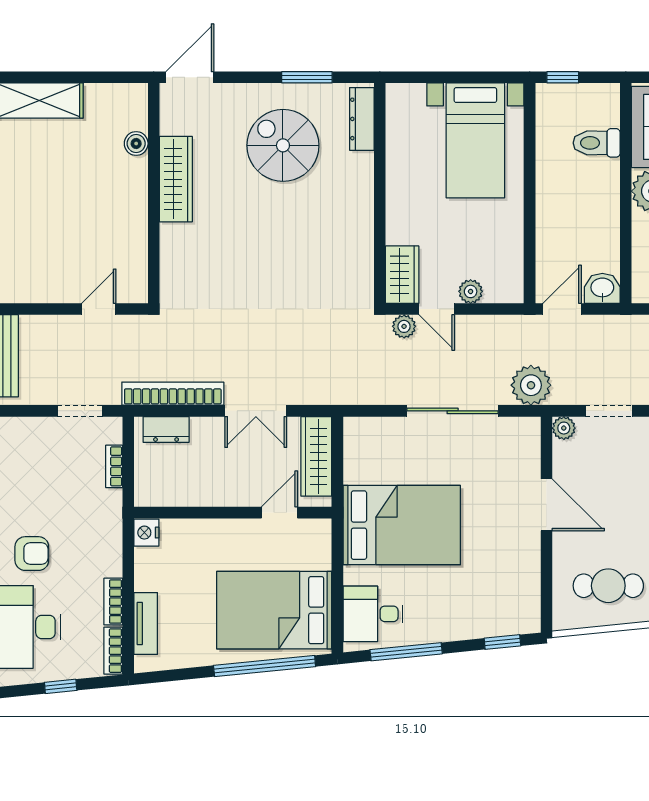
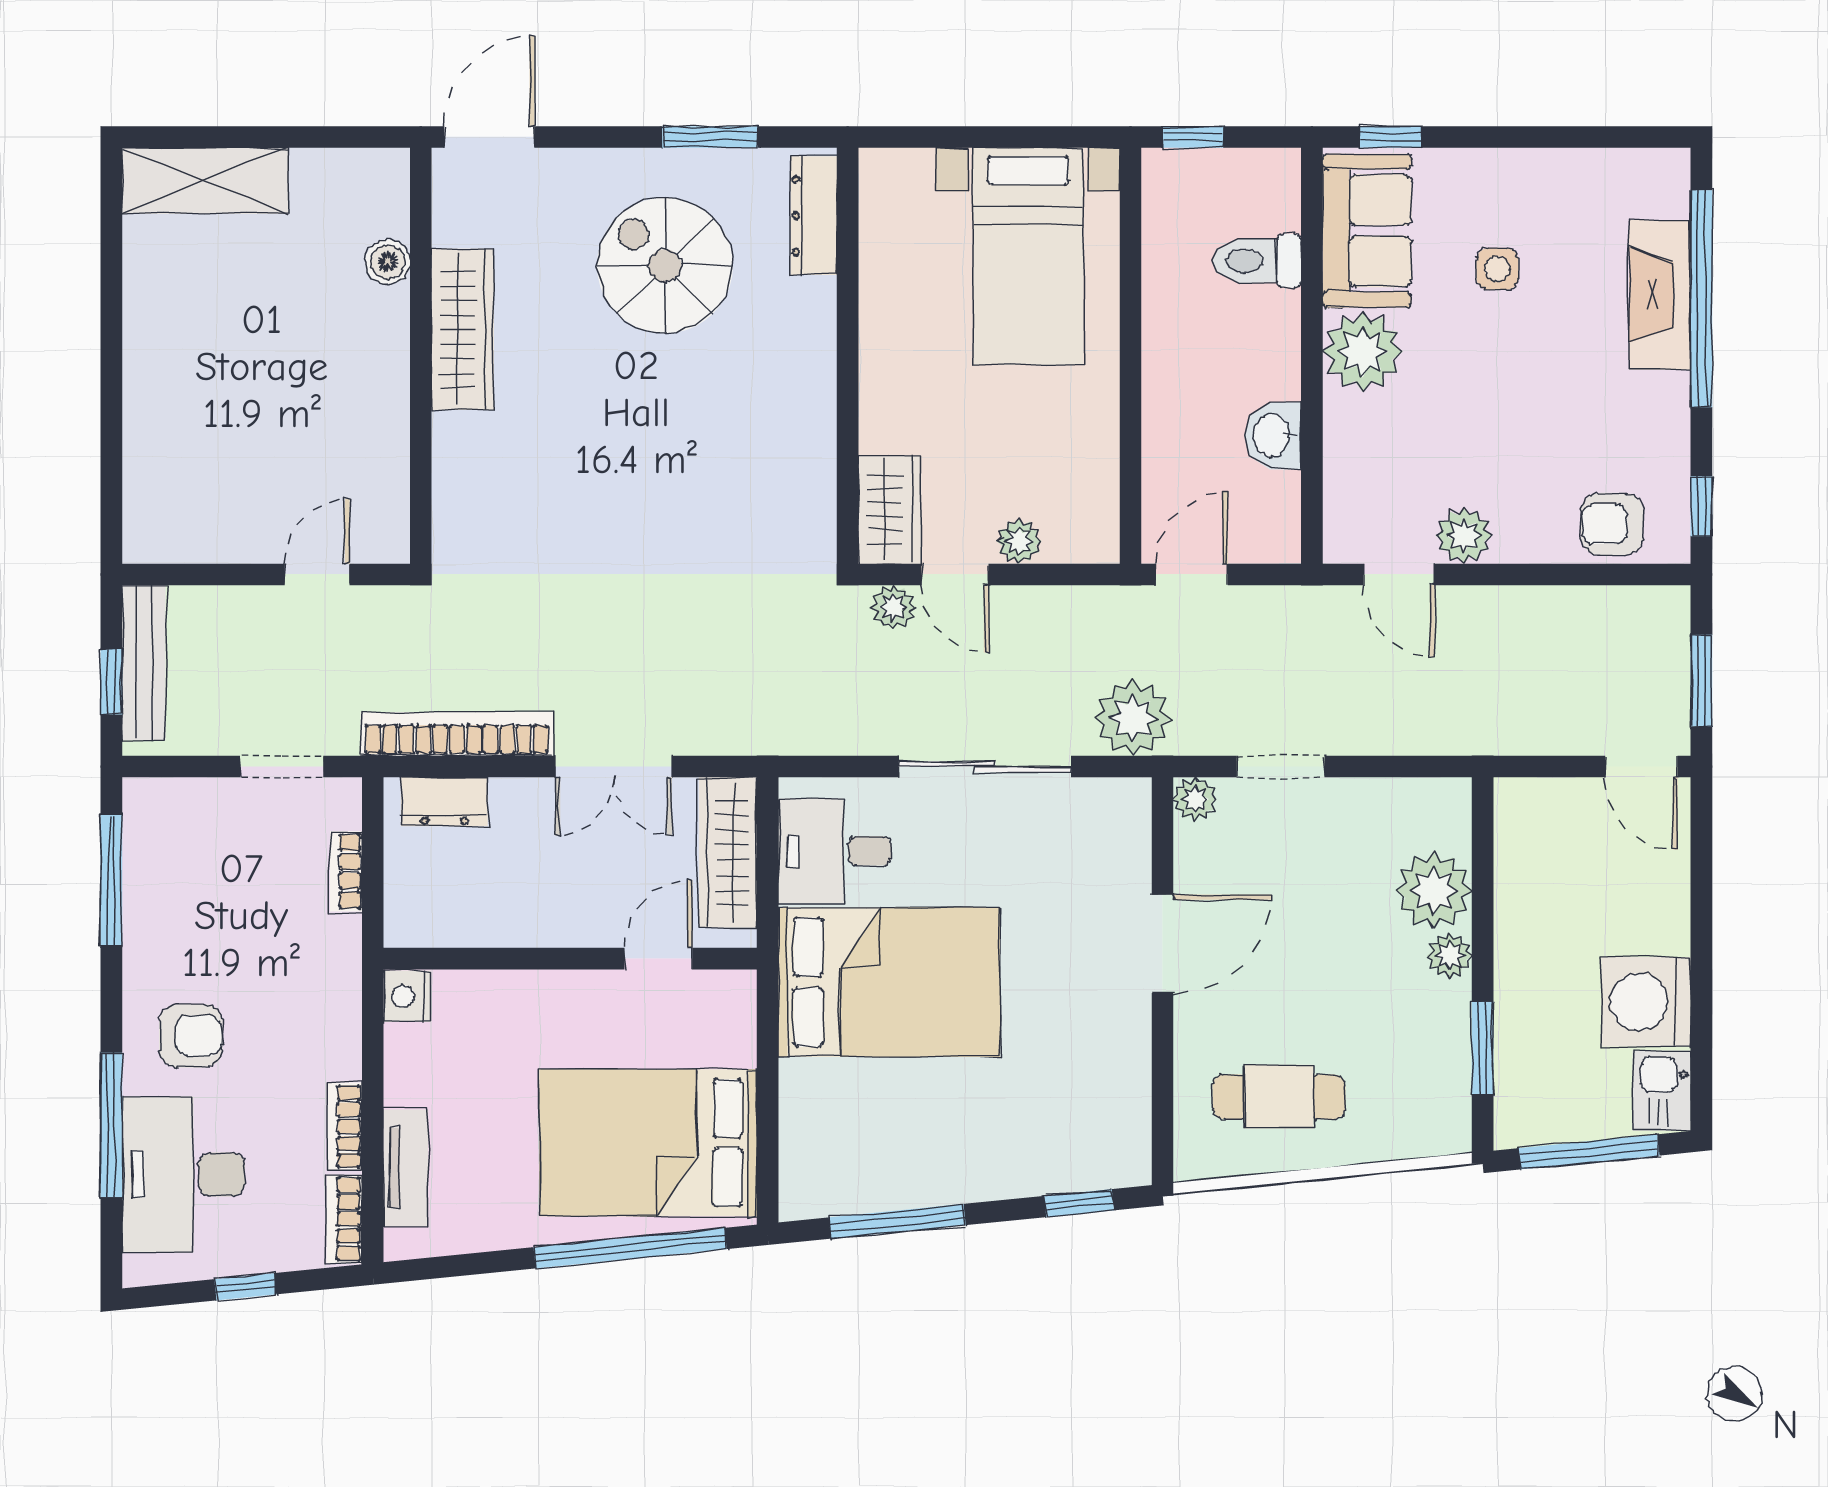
washbasin: (602, 288) -> (1273, 436), moved, turned -90
door: (547, 505) -> (1162, 944), hinge flipped
desk: (373, 614) -> (835, 851), moved

